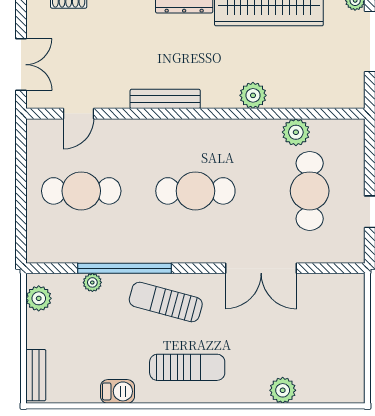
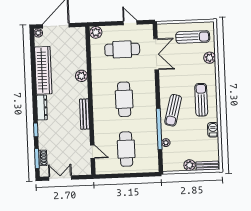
double door: (21, 65) -> (60, 178), moved
plant: (296, 132) -> (96, 32), moved
double door: (261, 268) -> (156, 54), moved
plant: (39, 298) -> (190, 165), moved
sun lounger: (332, 354) -> (193, 37), added

